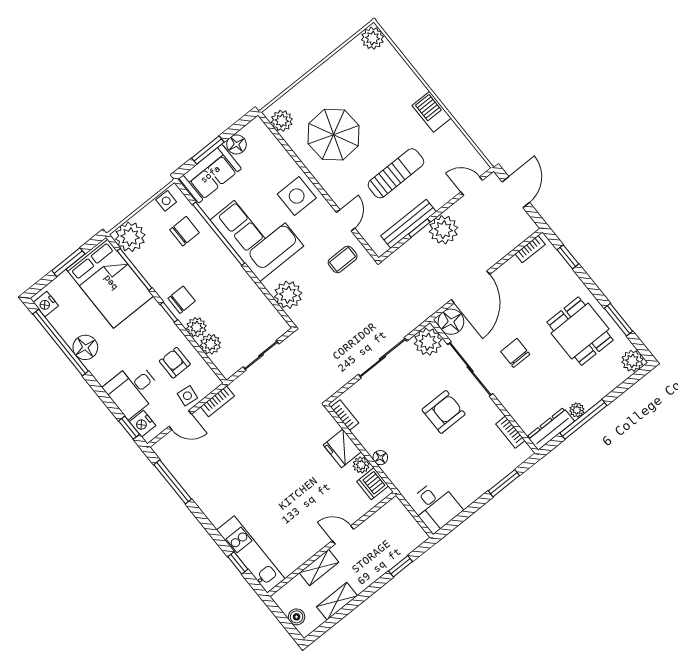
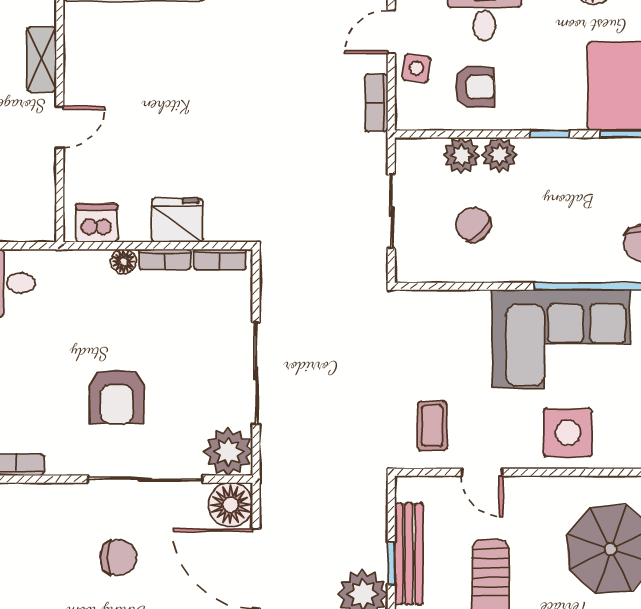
plant: (288, 295) -> (444, 314), removed
chair: (182, 300) -> (473, 224), moved, turned 135
bookcase: (364, 440) -> (165, 259), added
plant: (361, 465) -> (135, 228), removed

